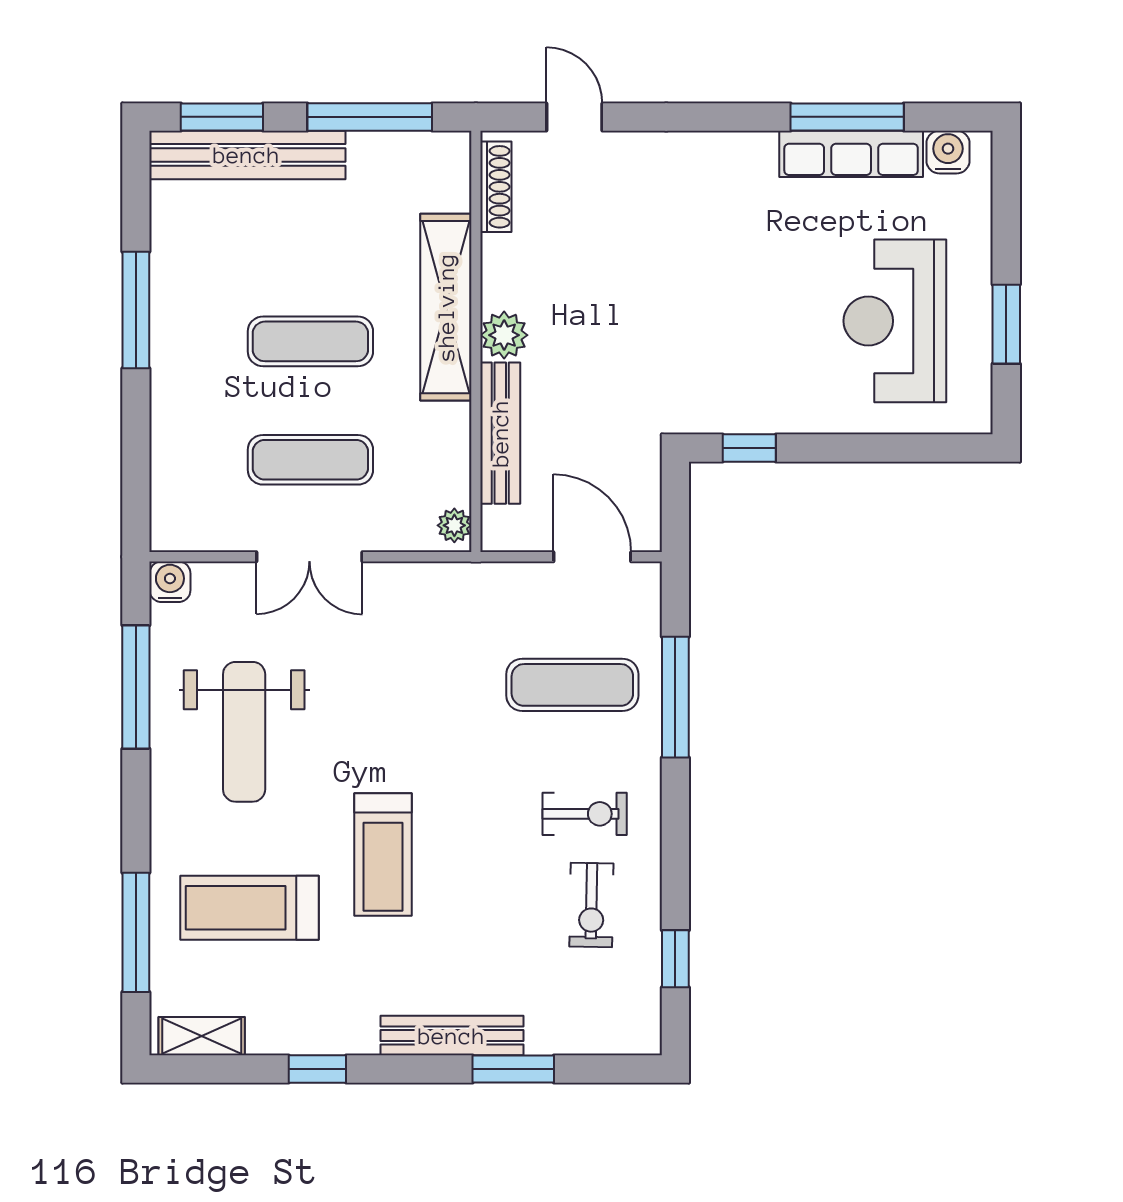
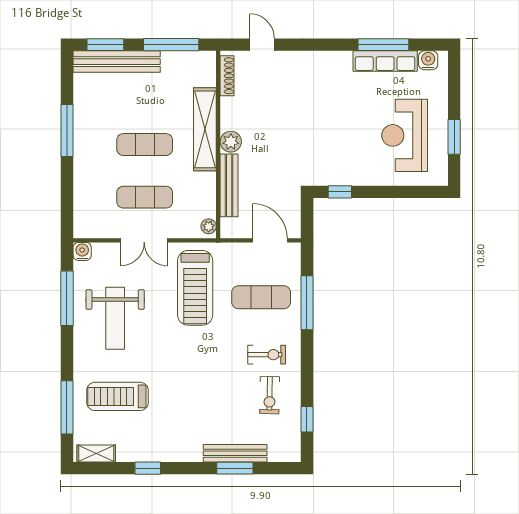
treadmill: (383, 854) -> (195, 288), moved, width x1.37, depth x1.38
bench: (452, 1036) -> (235, 453), moved

